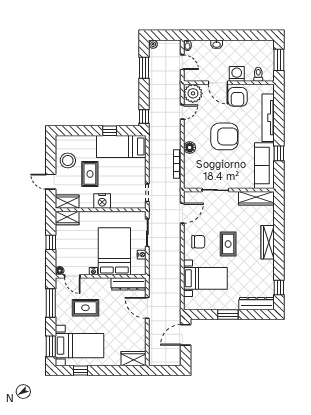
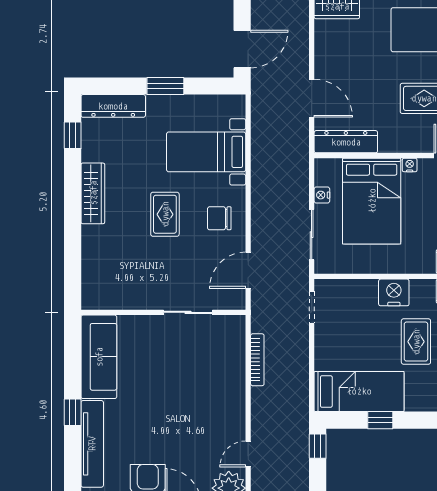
armchair: (224, 136) -> (172, 410), removed
floor lamp: (190, 148) -> (235, 390), removed
window: (279, 153) -> (73, 412), moved
wardrobe: (256, 198) -> (113, 297), removed
wardrobe: (268, 242) -> (93, 193), moved

